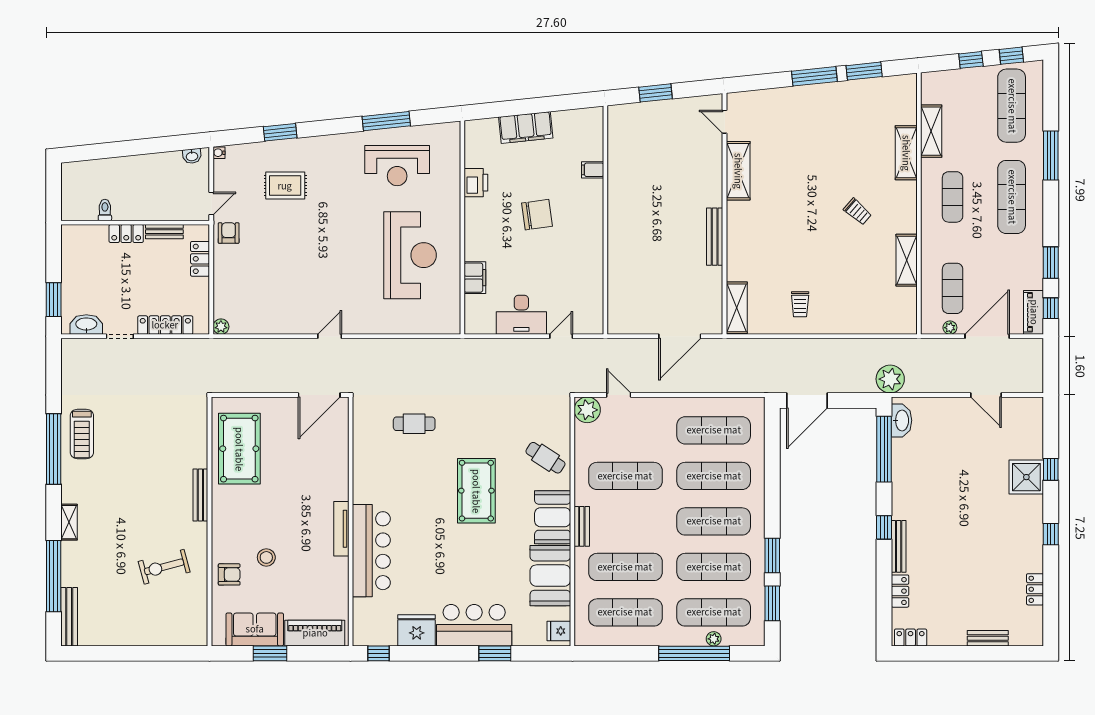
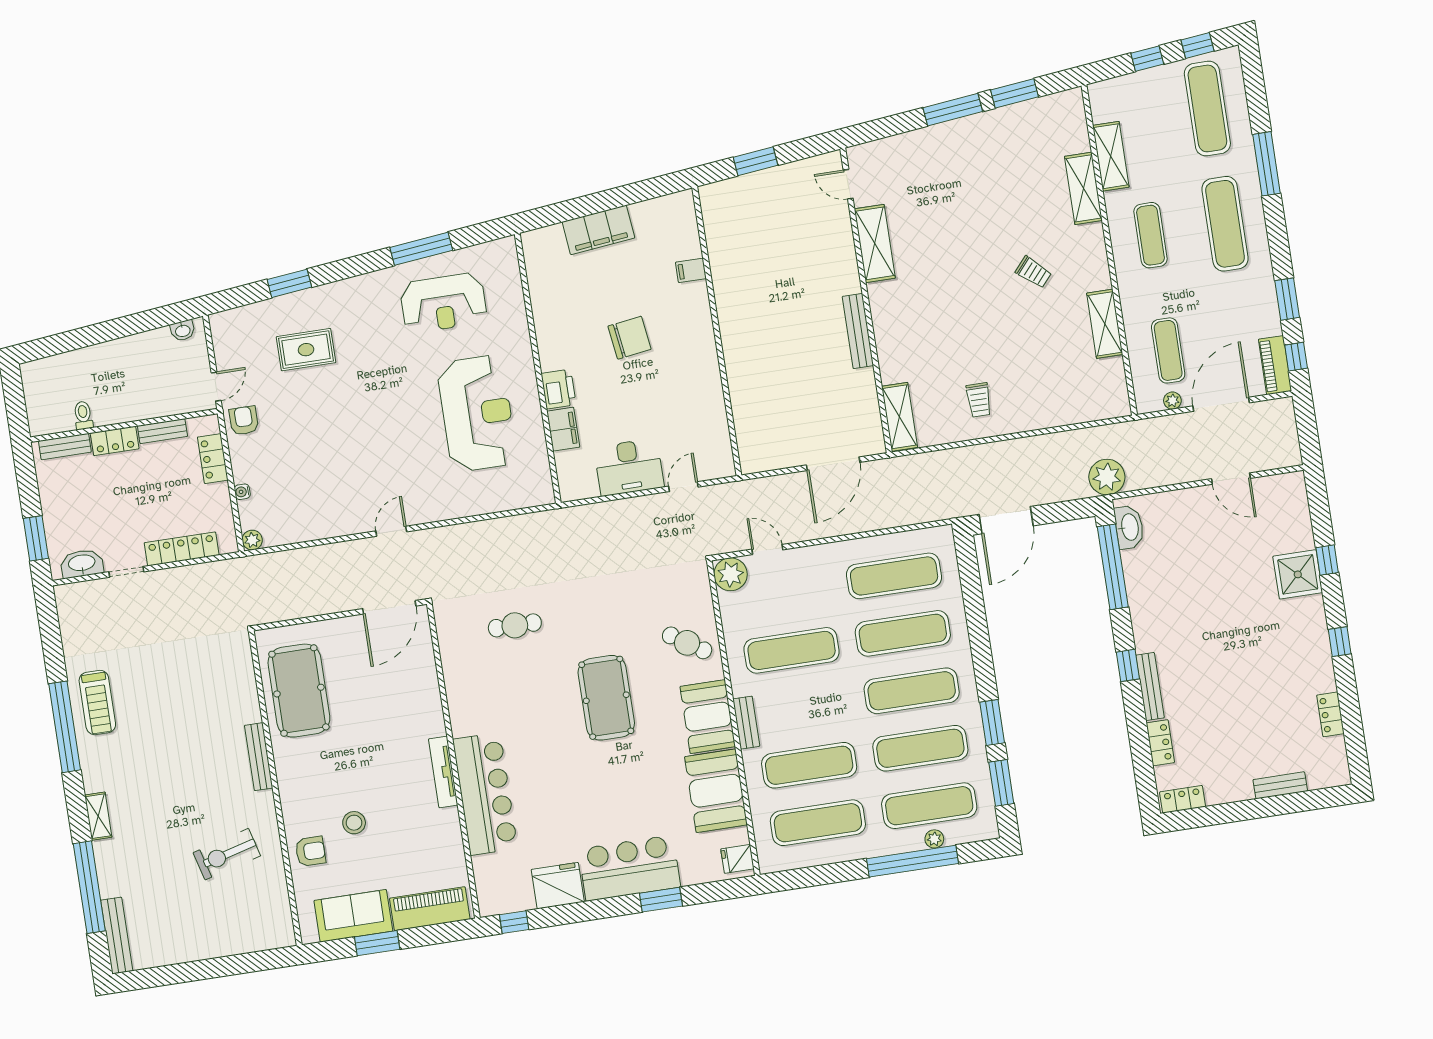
water cooler: (219, 153) -> (242, 492), moved
printer: (476, 183) -> (558, 389), moved
bench: (87, 232) -> (65, 447), added

